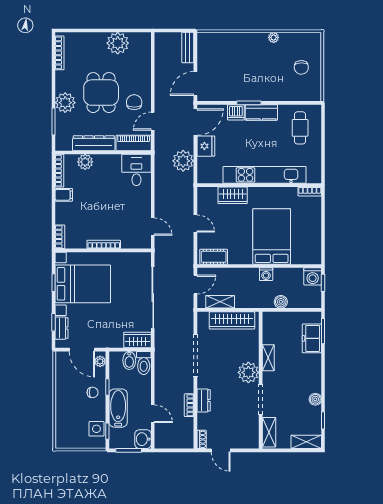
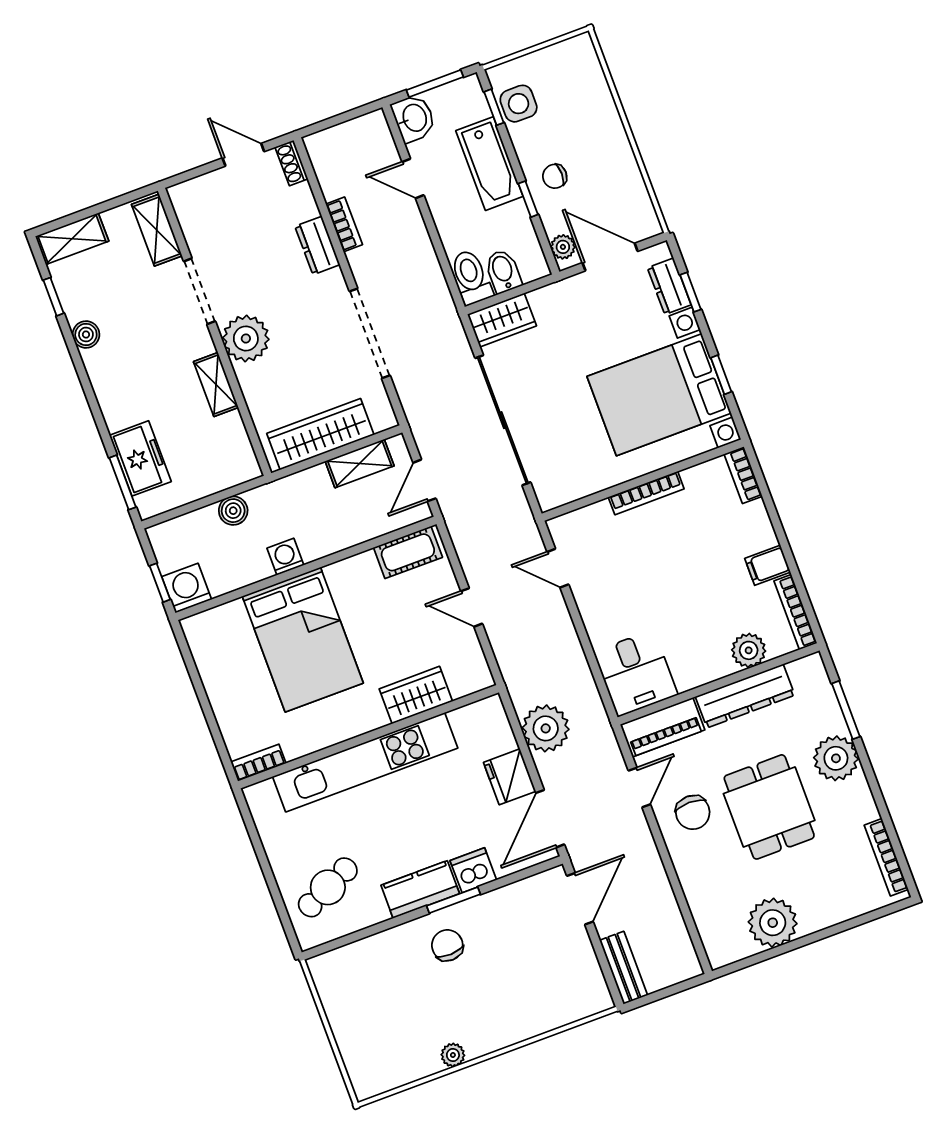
chair: (301, 67) -> (447, 945), moved
cafe table: (300, 128) -> (328, 887), turned 65

